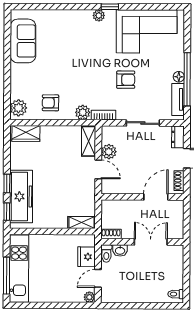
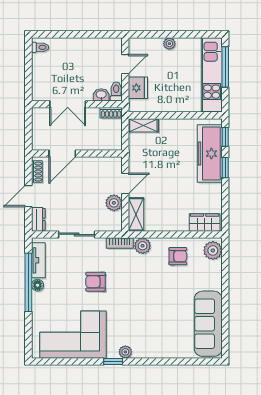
sofa: (23, 41) -> (208, 324), width x1.36
door: (98, 169) -> (125, 183), swing flipped
plant: (89, 297) -> (169, 44), moved

